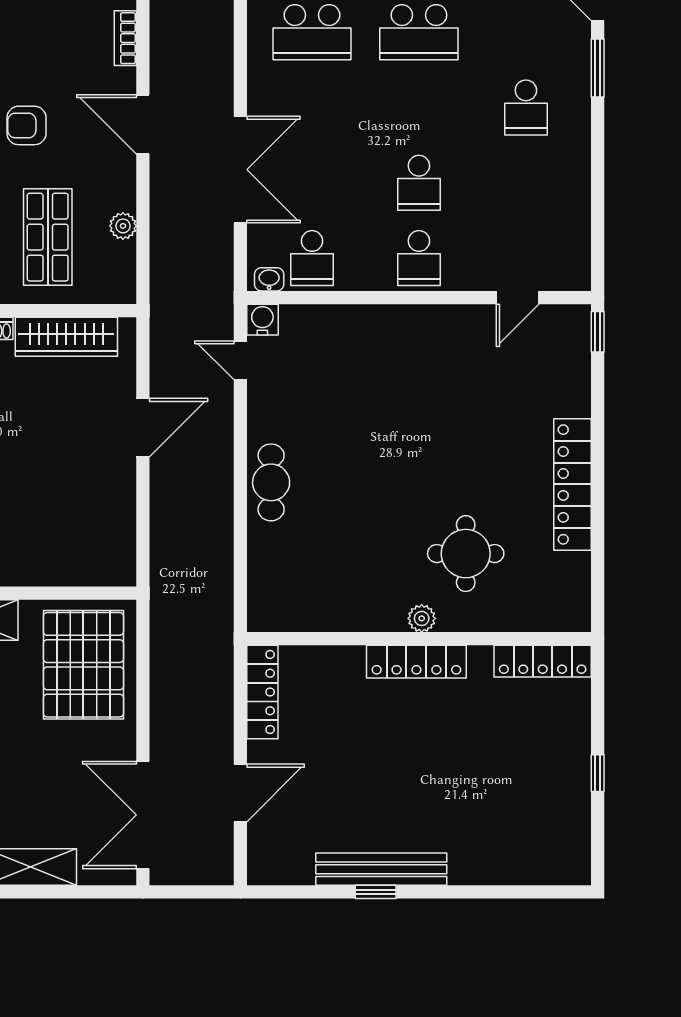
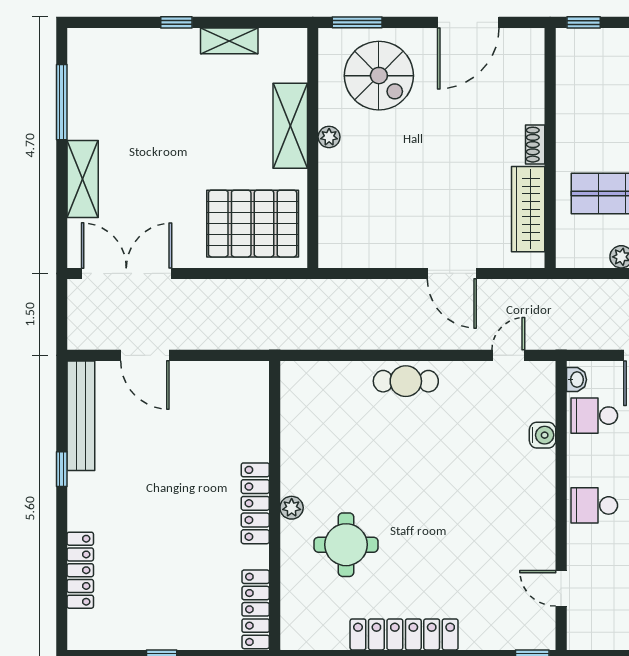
water cooler: (262, 320) -> (543, 435), moved
locker: (262, 692) -> (80, 570), moved, turned -90
bench: (381, 869) -> (81, 416), moved

